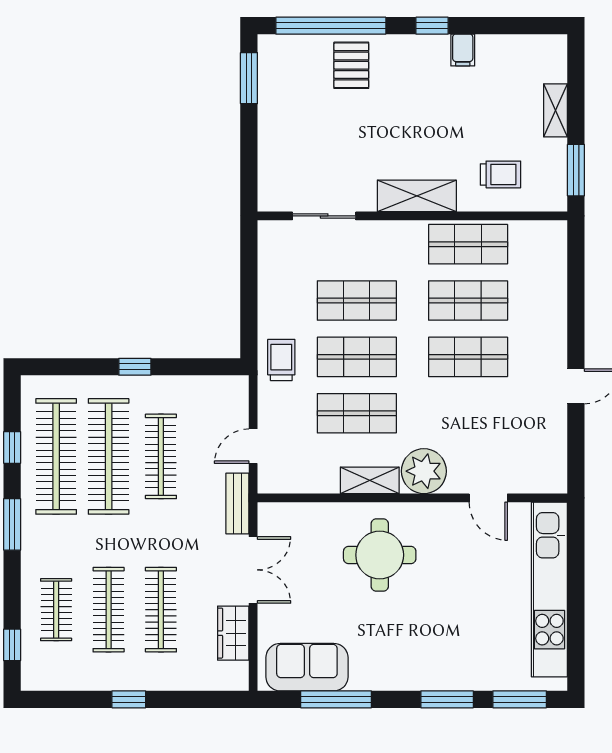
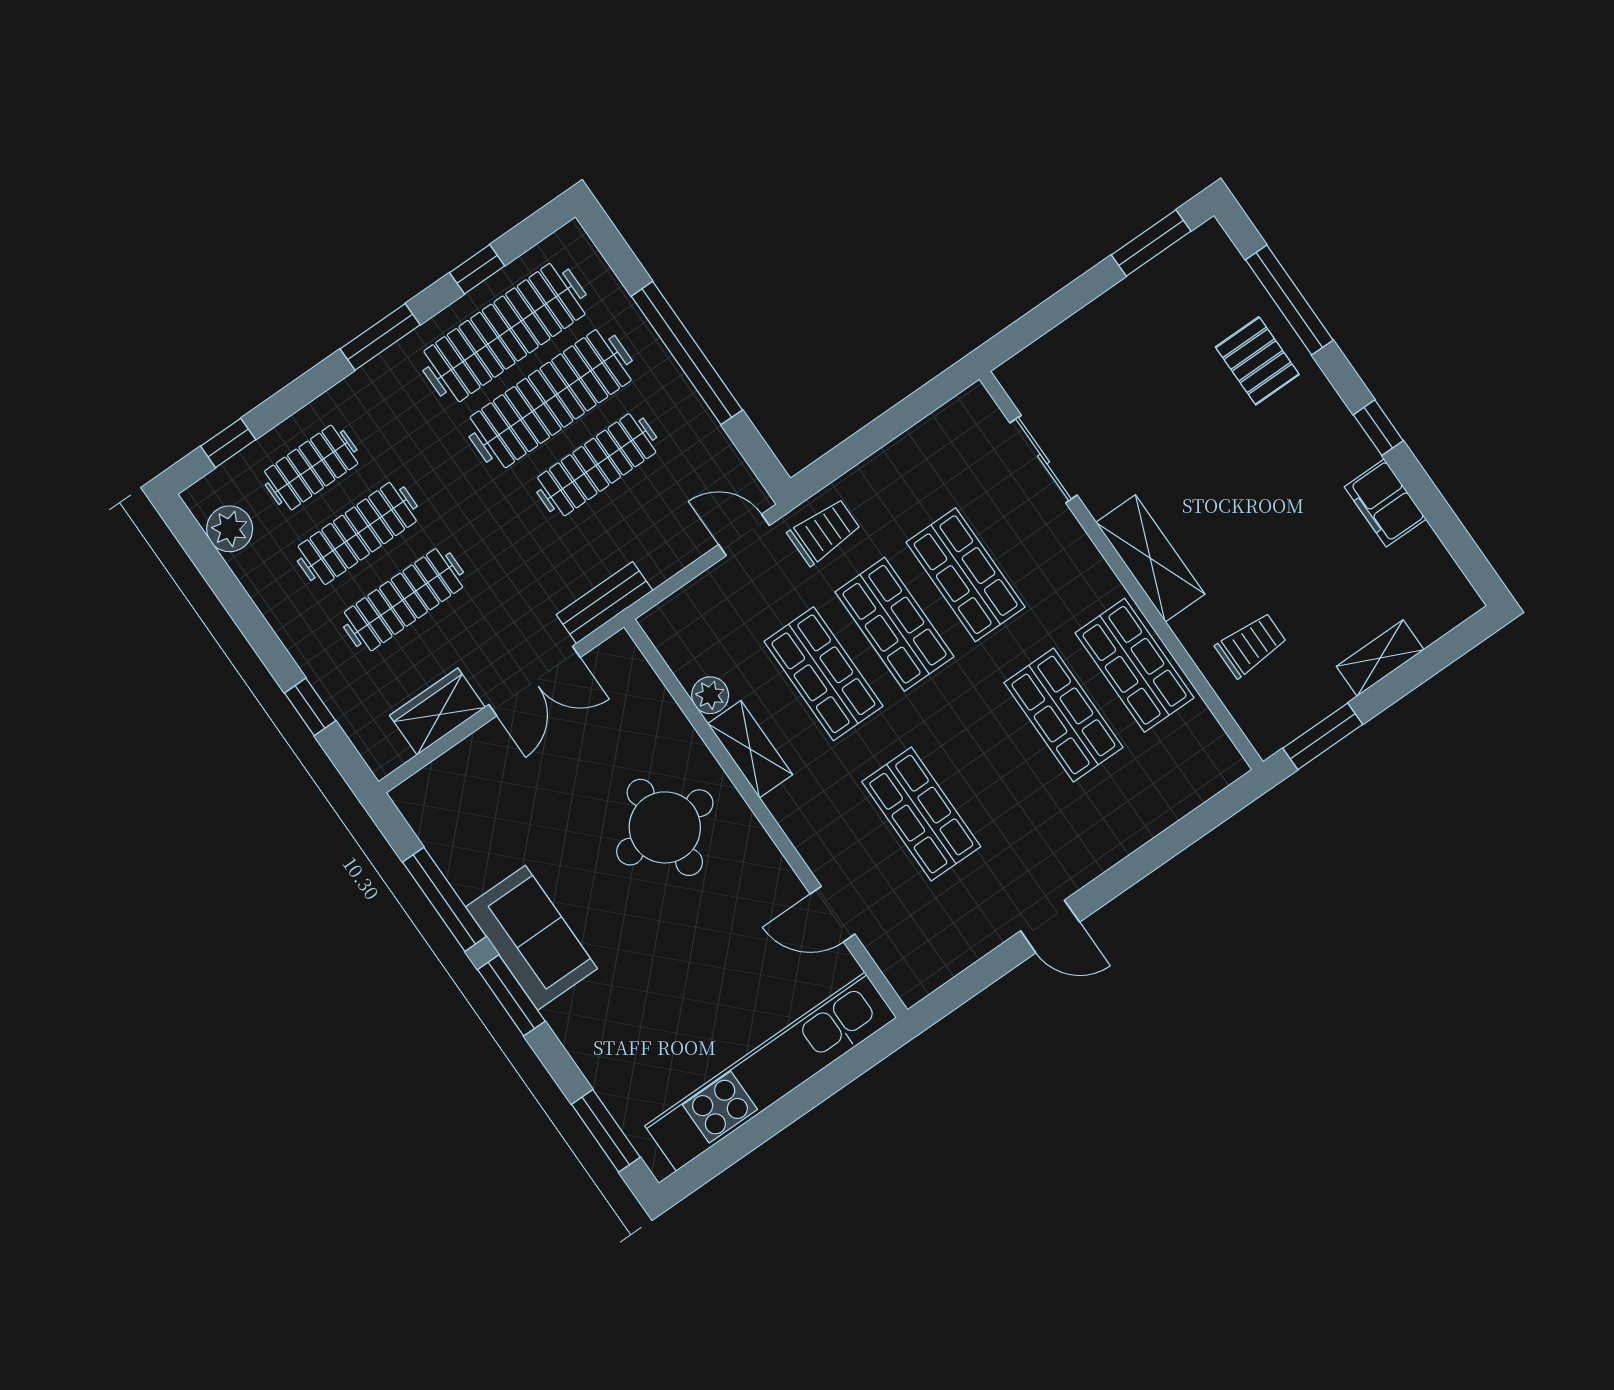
window: (331, 26) -> (1289, 300), width x0.68
filing cabinet: (463, 50) -> (1385, 503), width x2.00
pallet: (351, 65) -> (1257, 361), turned 90
trolley: (501, 174) -> (1251, 645), turned -90
shop shelf: (468, 357) -> (921, 814), moved
window: (135, 367) -> (687, 353), width x3.17
door: (253, 446) -> (744, 535), moved
plant: (424, 471) -> (710, 695), moved, width x0.53, depth x0.53
door: (488, 498) -> (832, 914), hinge flipped
sofa: (307, 667) -> (532, 938), moved
plant: (59, 676) -> (230, 529), added
window: (129, 699) -> (310, 707), moved
window: (447, 699) -> (511, 995), moved

